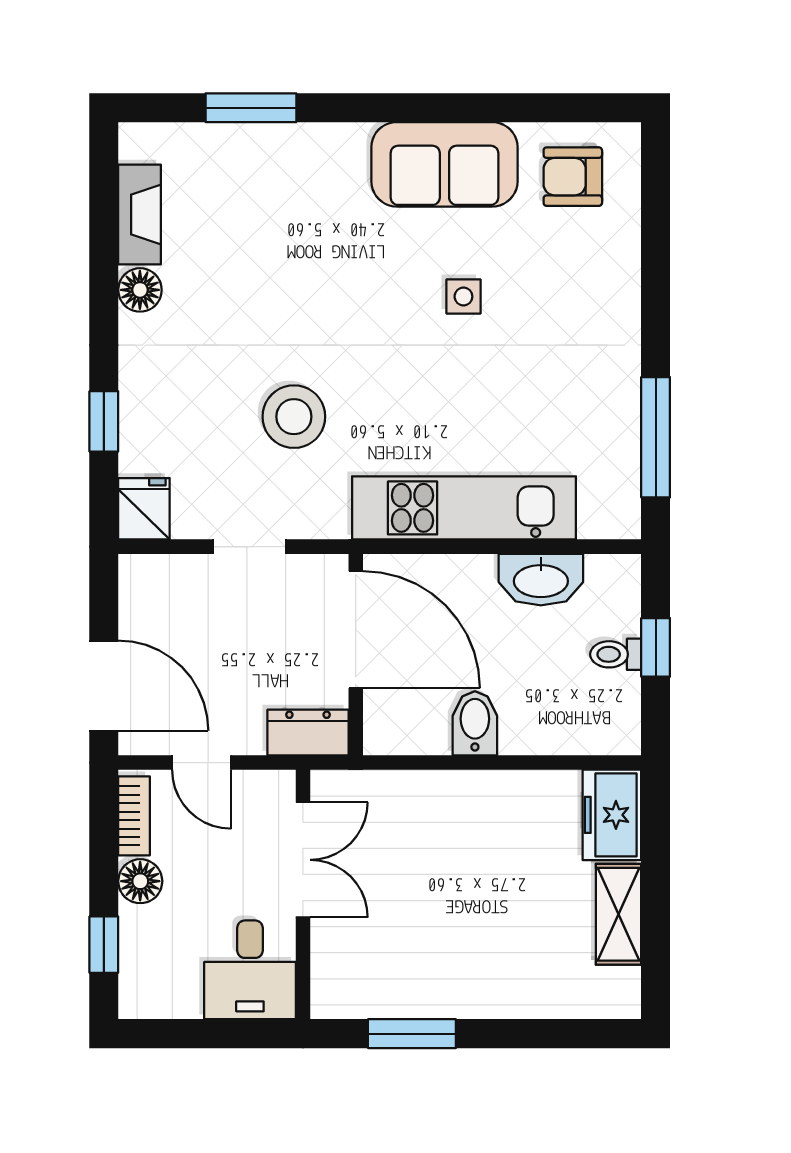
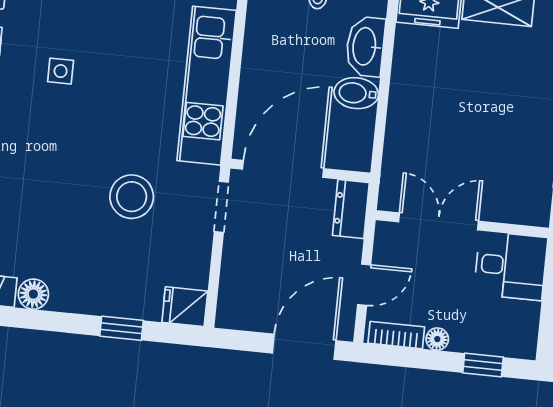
doorway: (249, 547) -> (221, 207), moved
washbasin: (541, 580) -> (365, 46), moved, turned 180
floor lamp: (140, 881) -> (437, 339), width x0.73, depth x0.73

